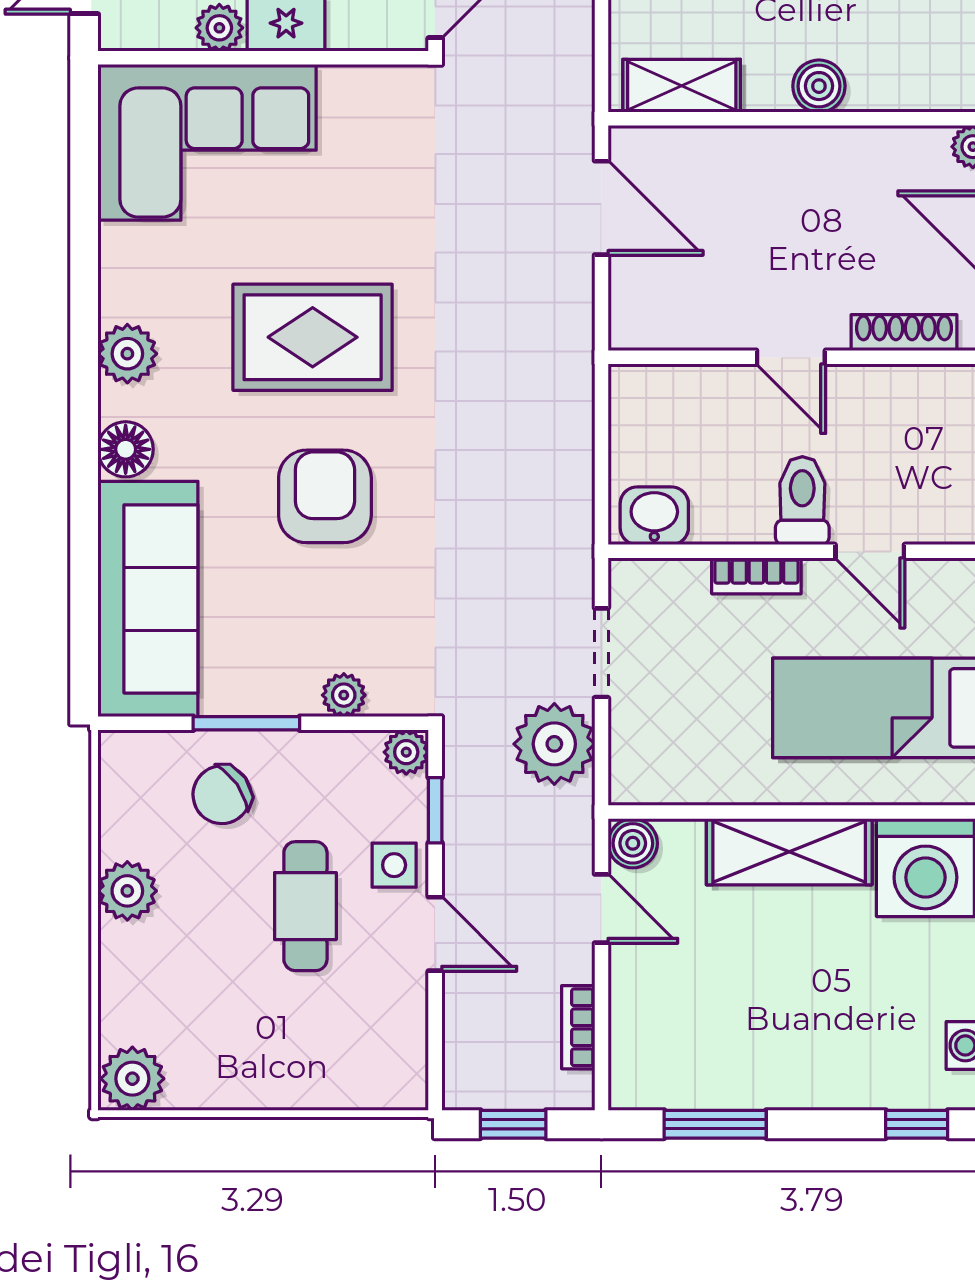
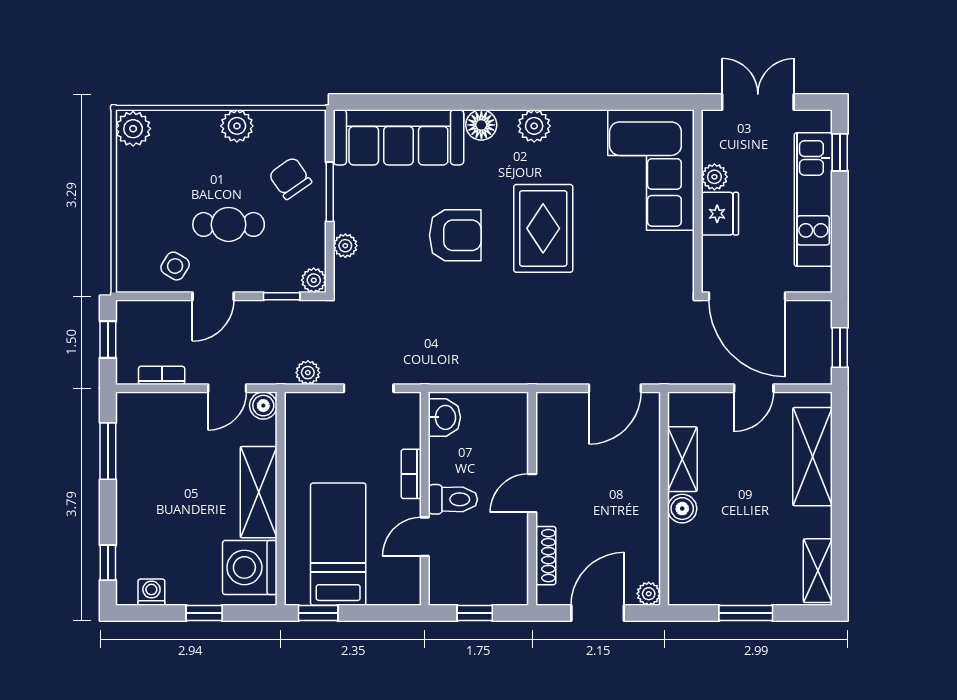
shelving: (682, 86) -> (682, 459), moved
plant: (554, 744) -> (308, 373), width x0.53, depth x0.53
side table: (394, 865) -> (175, 266), moved, turned 31

